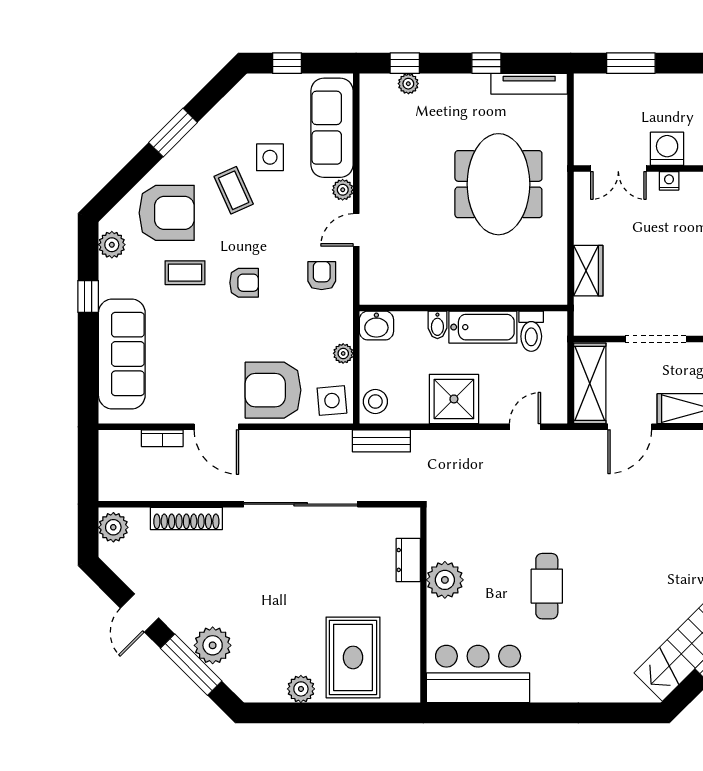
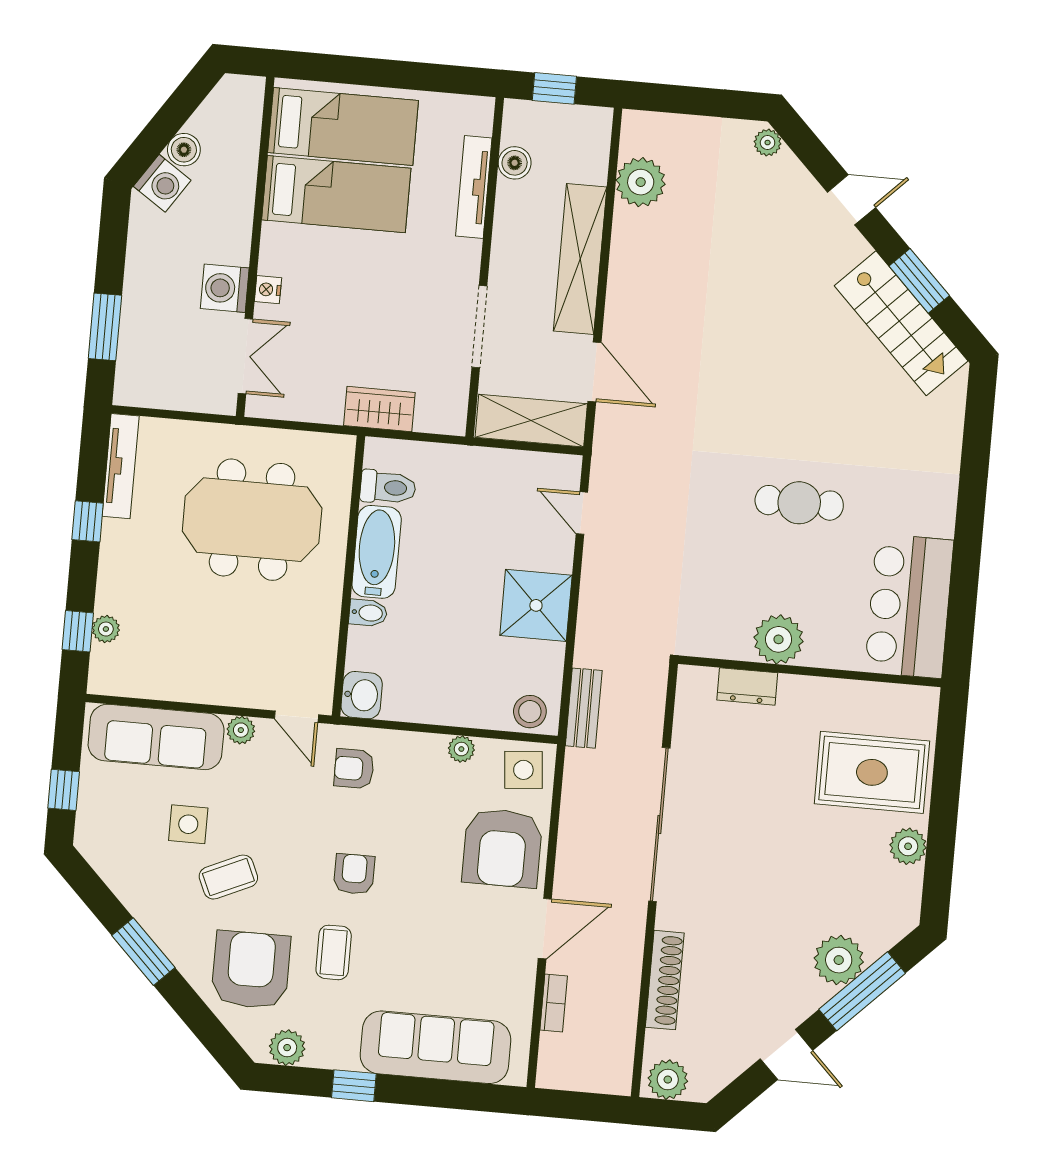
wall: (463, 308) -> (348, 576), moved
bidet: (437, 325) -> (368, 613), moved
washbasin: (376, 326) -> (362, 695), moved
bathtub: (483, 327) -> (377, 552), moved
toilet: (531, 331) -> (388, 487), moved

